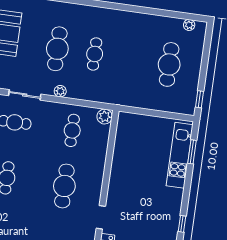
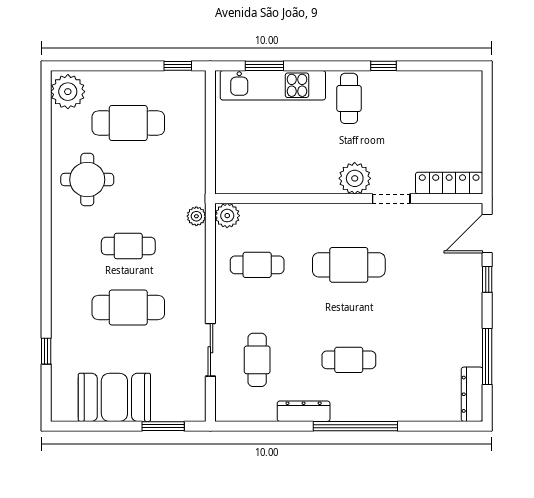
plant: (189, 25) -> (68, 92), width x1.87, depth x1.87
round table: (138, 35) -> (87, 180), added
plant: (60, 91) -> (196, 216), moved
plant: (116, 197) -> (355, 178), added
cafe table: (165, 200) -> (349, 98), added

